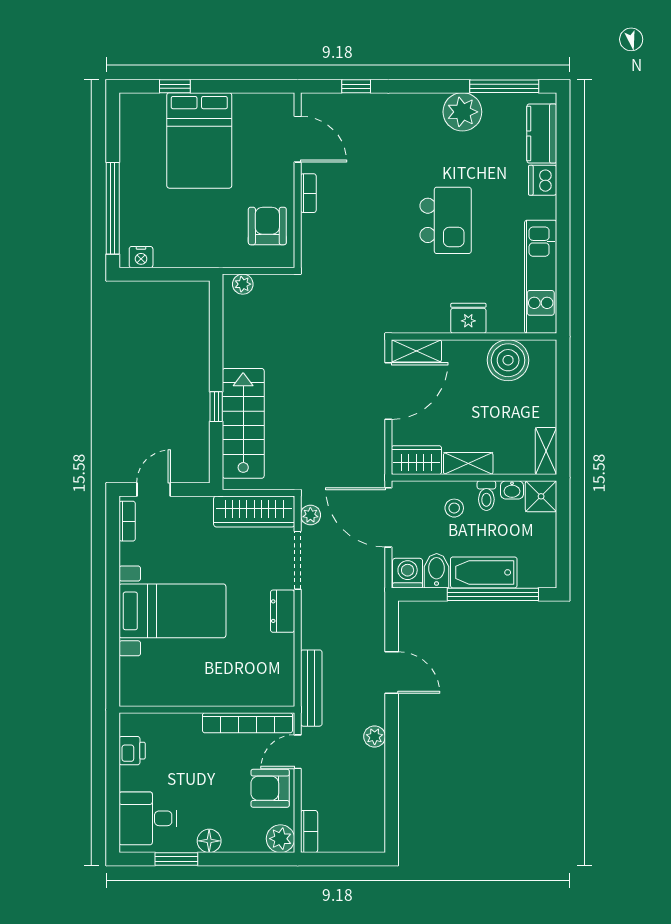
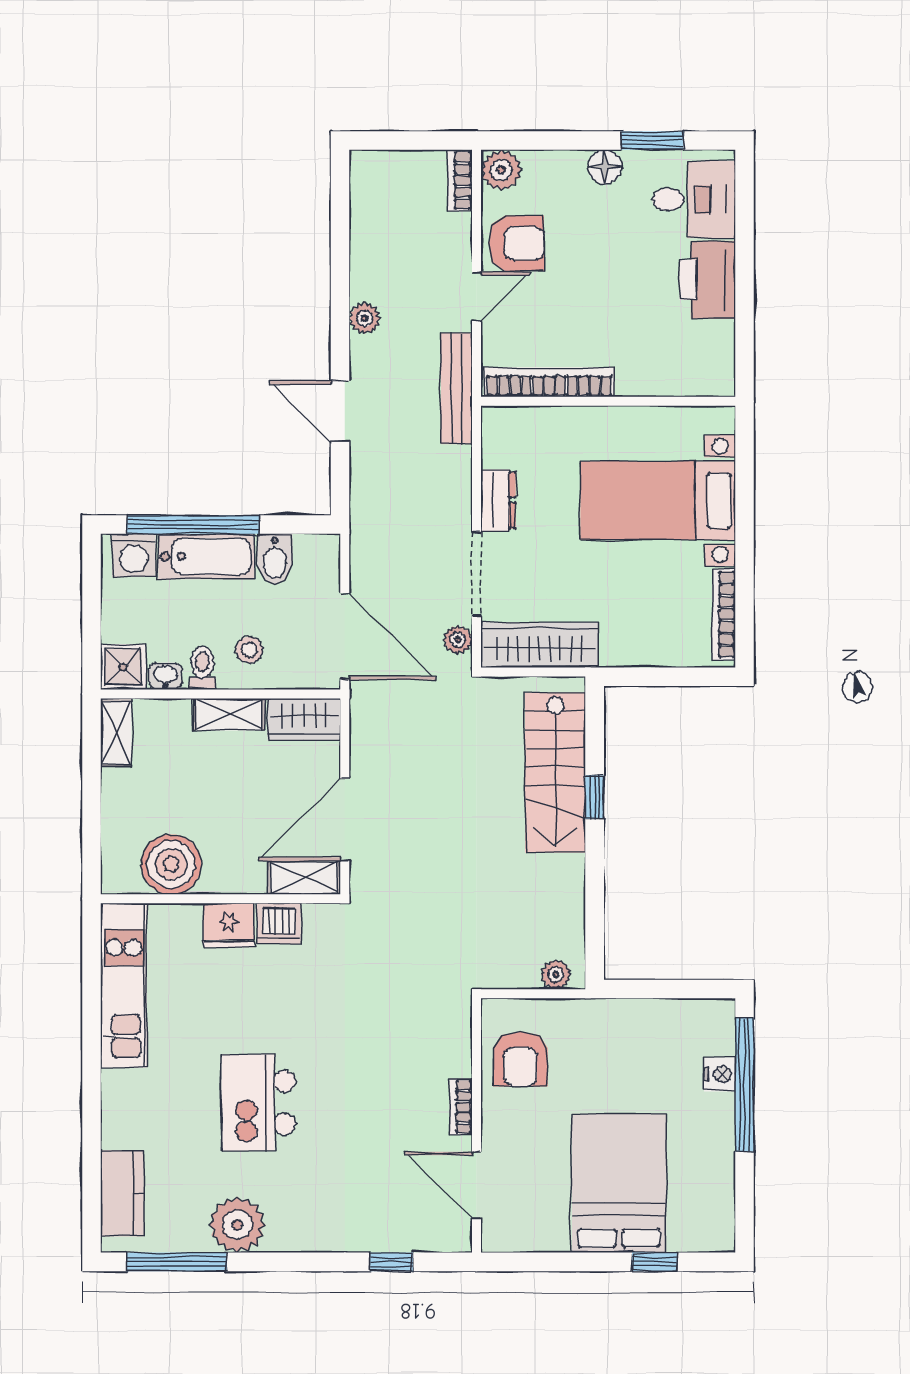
dishwasher: (543, 180) -> (279, 923), moved, turned 90
kitchen island: (446, 220) -> (258, 1103), moved
nightstand: (141, 257) -> (720, 1074), moved, turned 90
door: (154, 490) -> (685, 677), removed
bookcase: (127, 521) -> (724, 614), width x1.56
washing machine: (408, 573) -> (134, 555), moved
wall: (207, 710) -> (608, 401), moved
bookcase: (247, 723) -> (549, 382), moved
printer: (132, 751) -> (708, 280), width x1.87, depth x1.48

